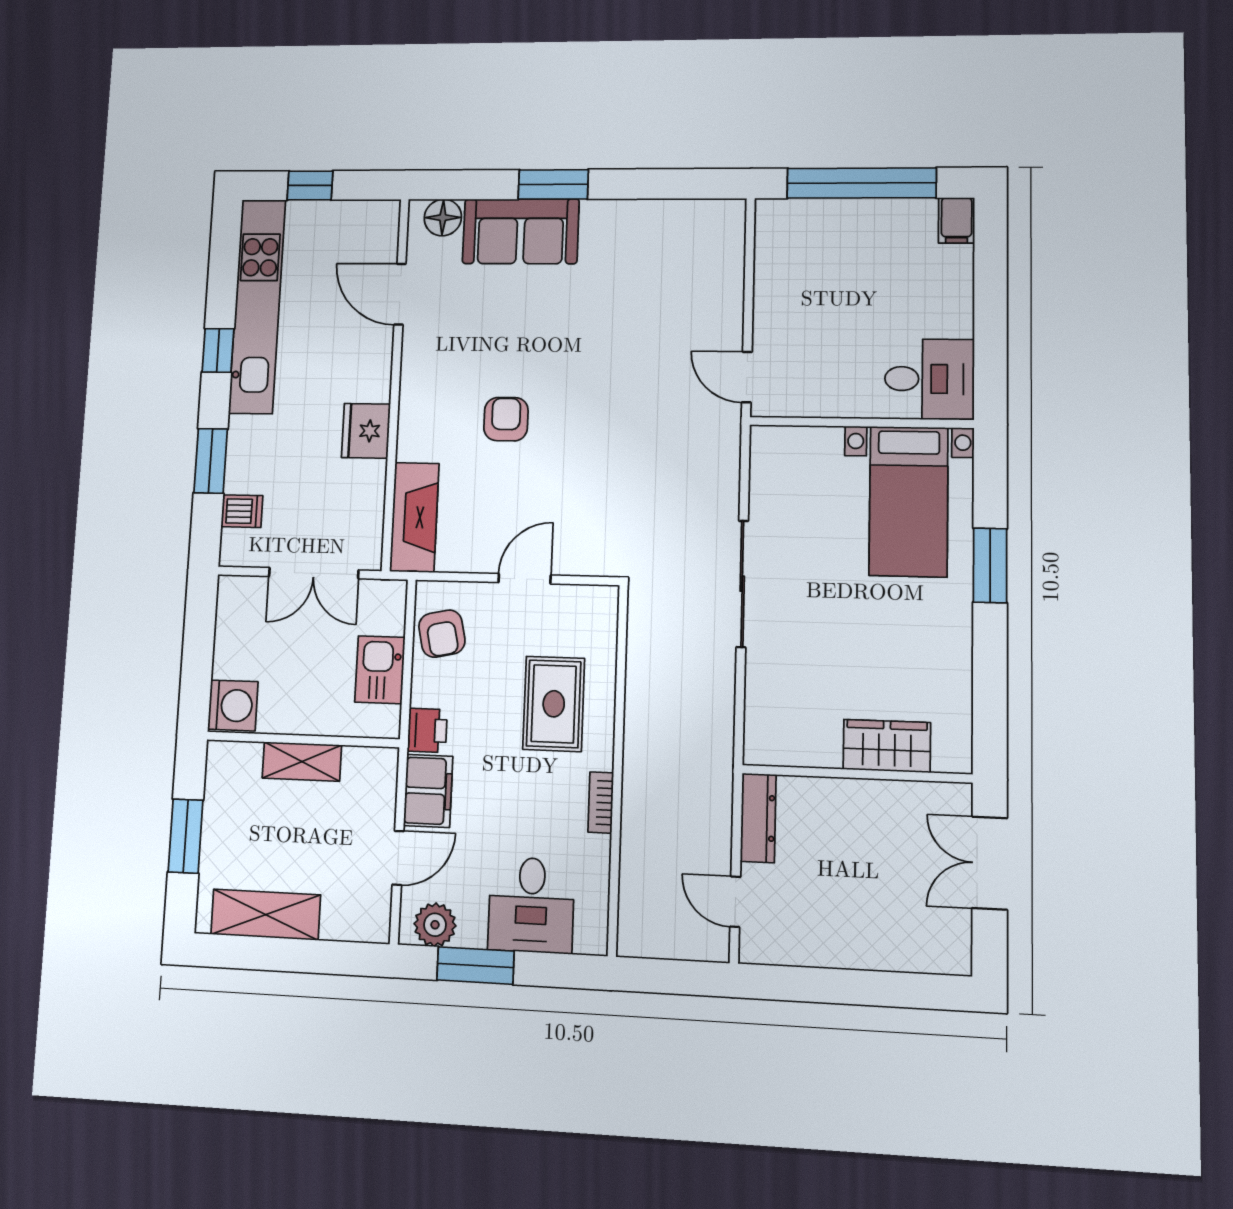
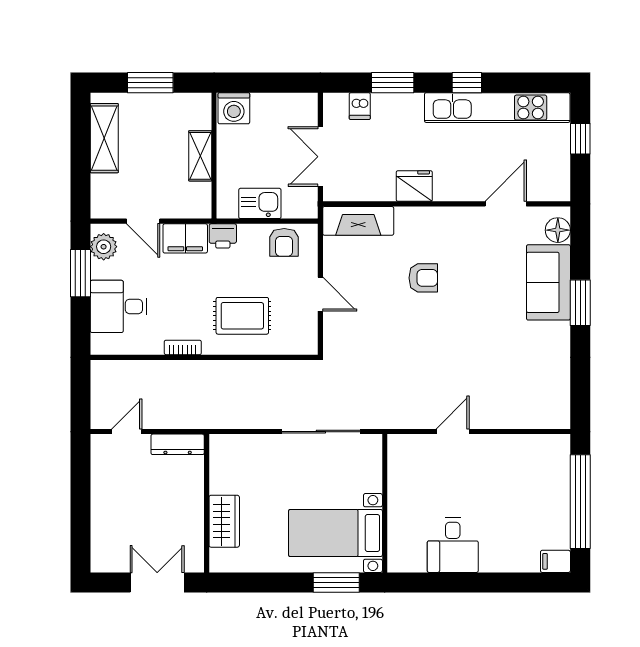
wall: (861, 423) -> (385, 503), moved
bed with nightstands: (909, 501) -> (335, 533), moved
armchair: (442, 634) -> (284, 242), turned -78

